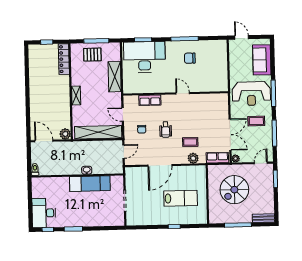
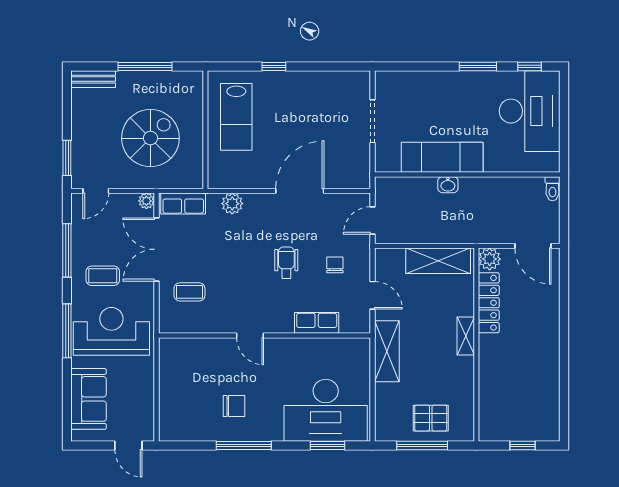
locker: (64, 59) -> (489, 303), moved
shelving: (115, 77) -> (387, 351), moved
shelving: (98, 132) -> (438, 261), width x0.68
coffee table: (190, 142) -> (189, 292), moved
lab bench: (181, 198) -> (236, 117), moved, turned -90
desk: (44, 213) -> (530, 111), width x1.36, depth x1.30

